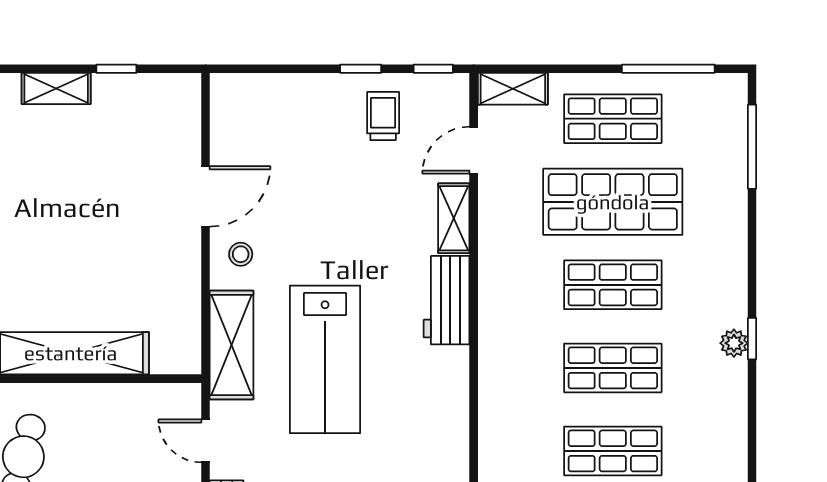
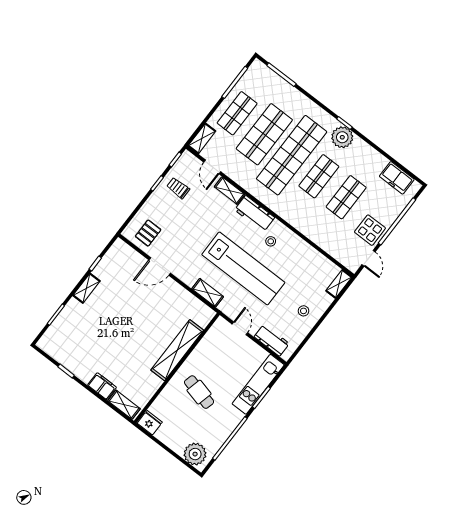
pallet: (253, 125) -> (148, 233), added
door: (206, 196) -> (160, 267), swing flipped
stool: (241, 254) -> (271, 241), moved
shop shelf: (613, 285) -> (292, 155), width x2.00, depth x1.36
plant: (734, 343) -> (342, 137), width x1.88, depth x1.88
shelving: (231, 345) -> (208, 293), width x0.67, depth x0.75
lab bench: (325, 359) -> (243, 268), width x1.36
door: (206, 441) -> (240, 328), swing flipped

